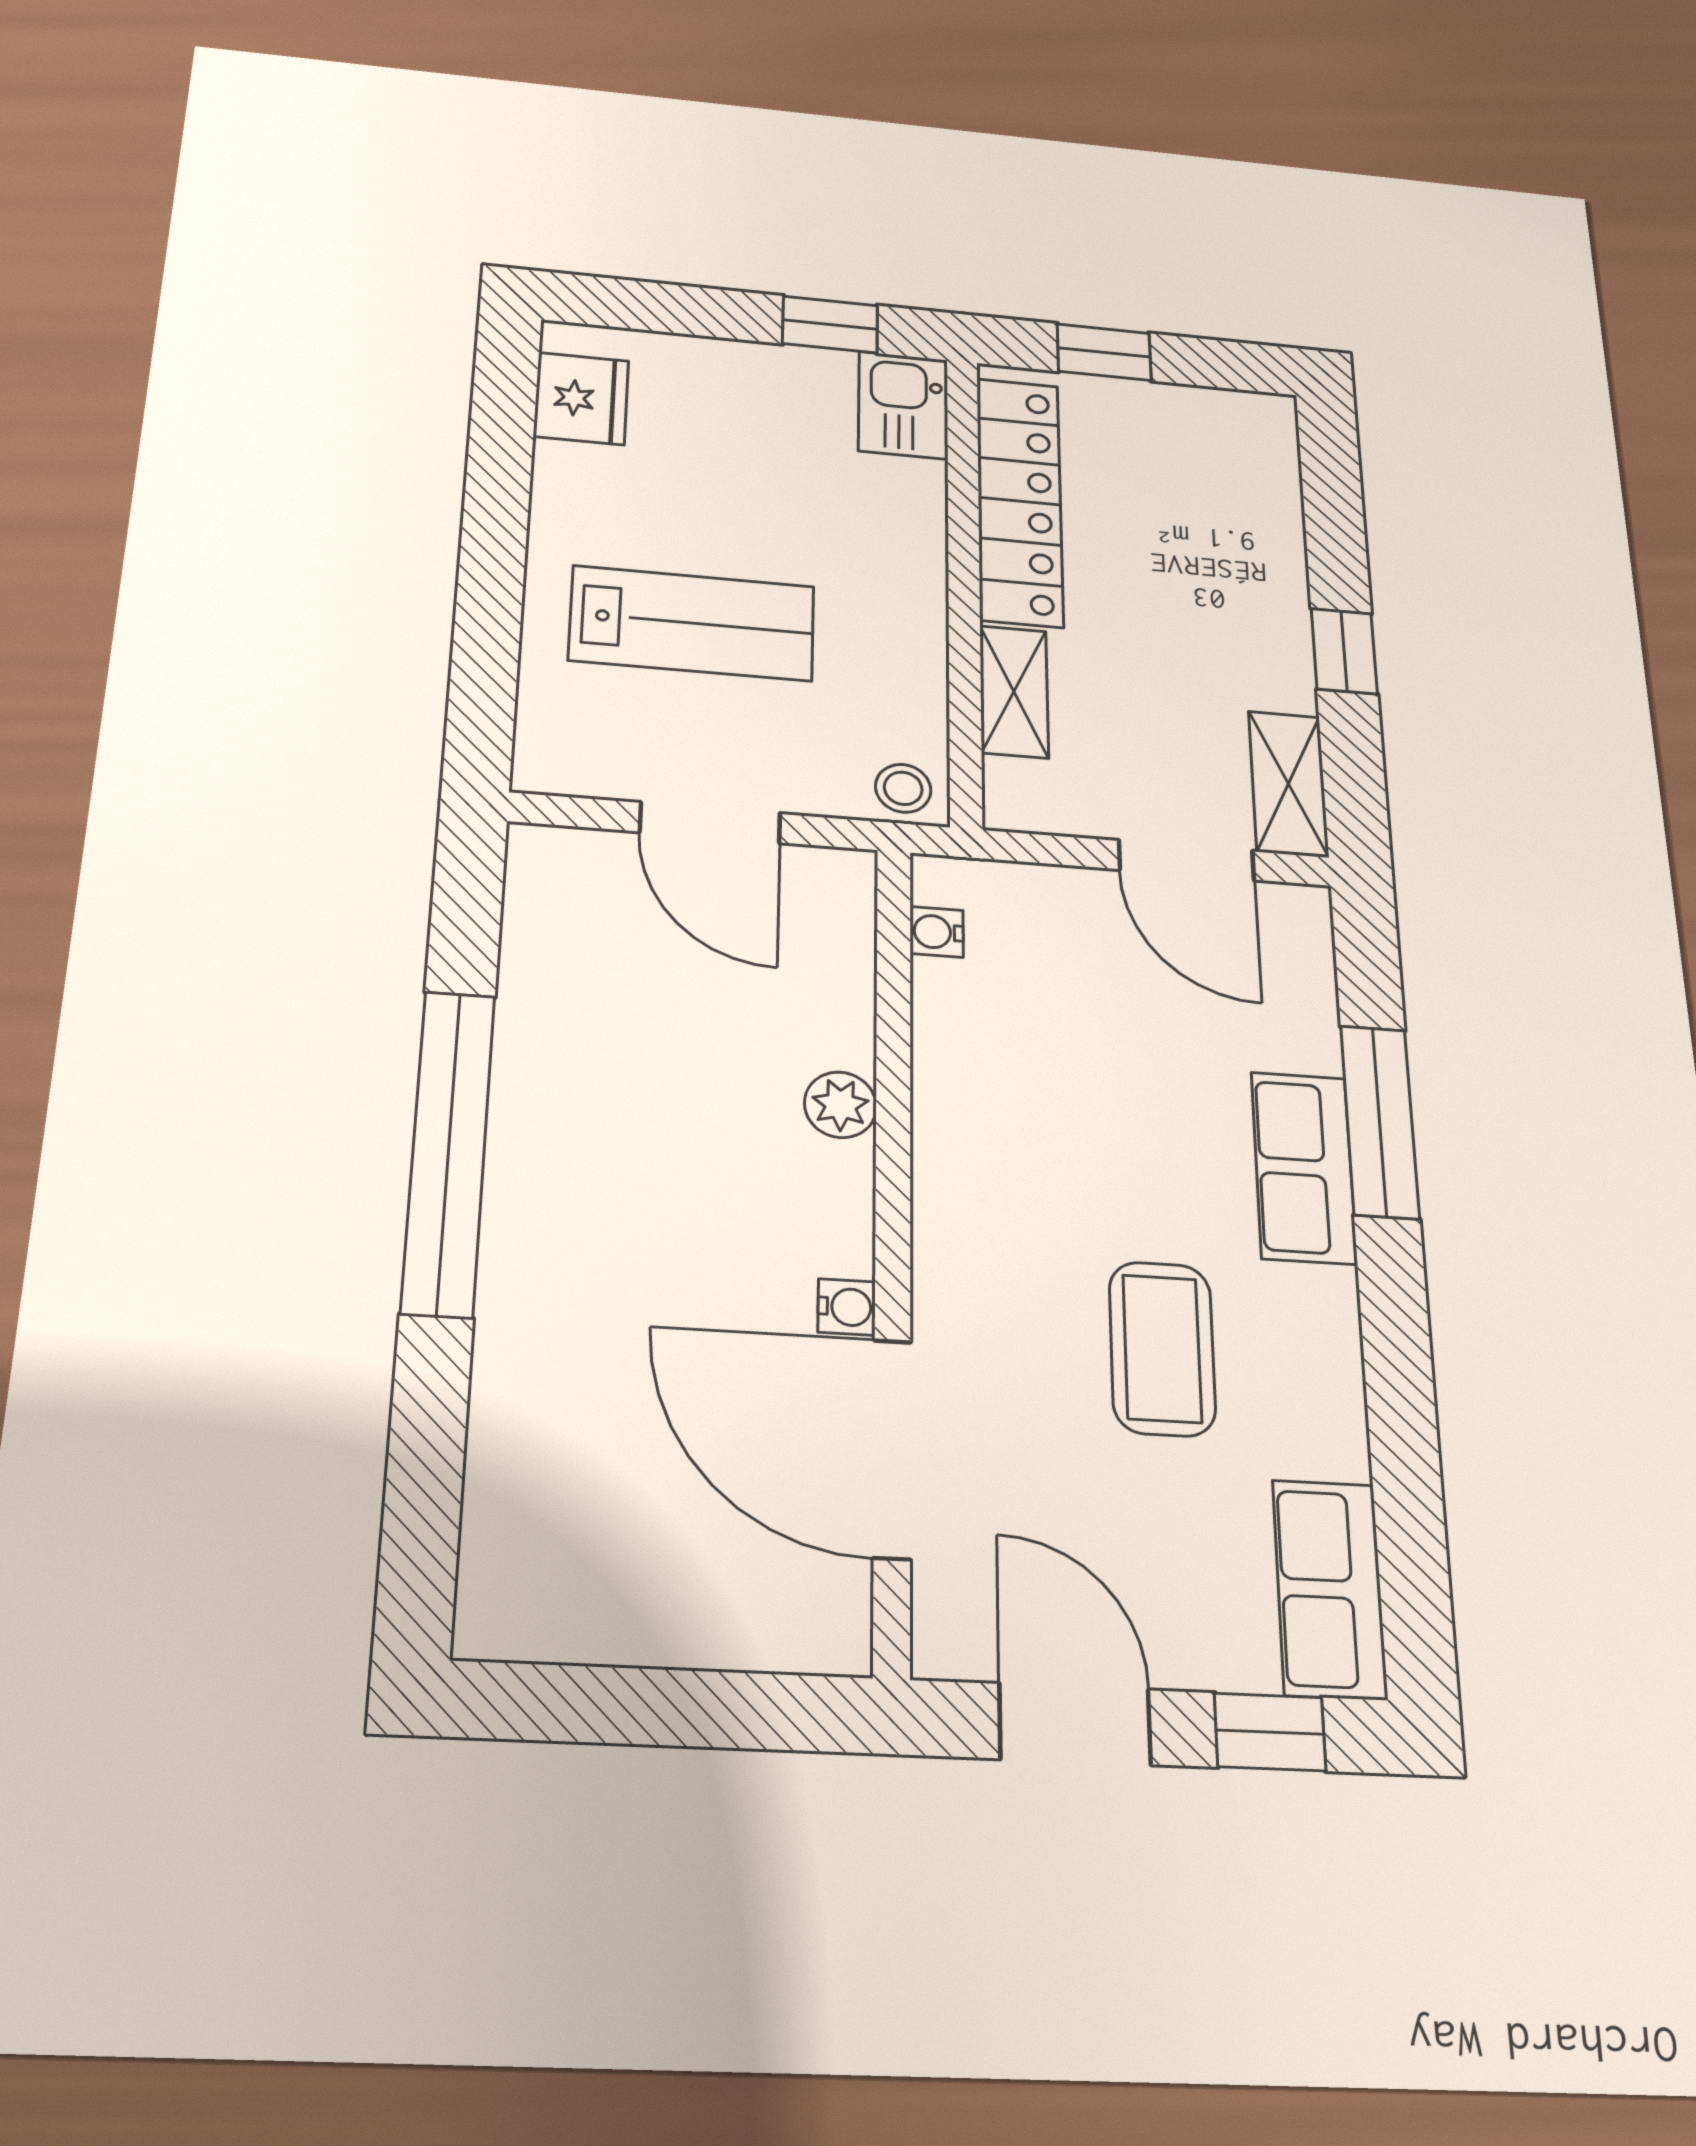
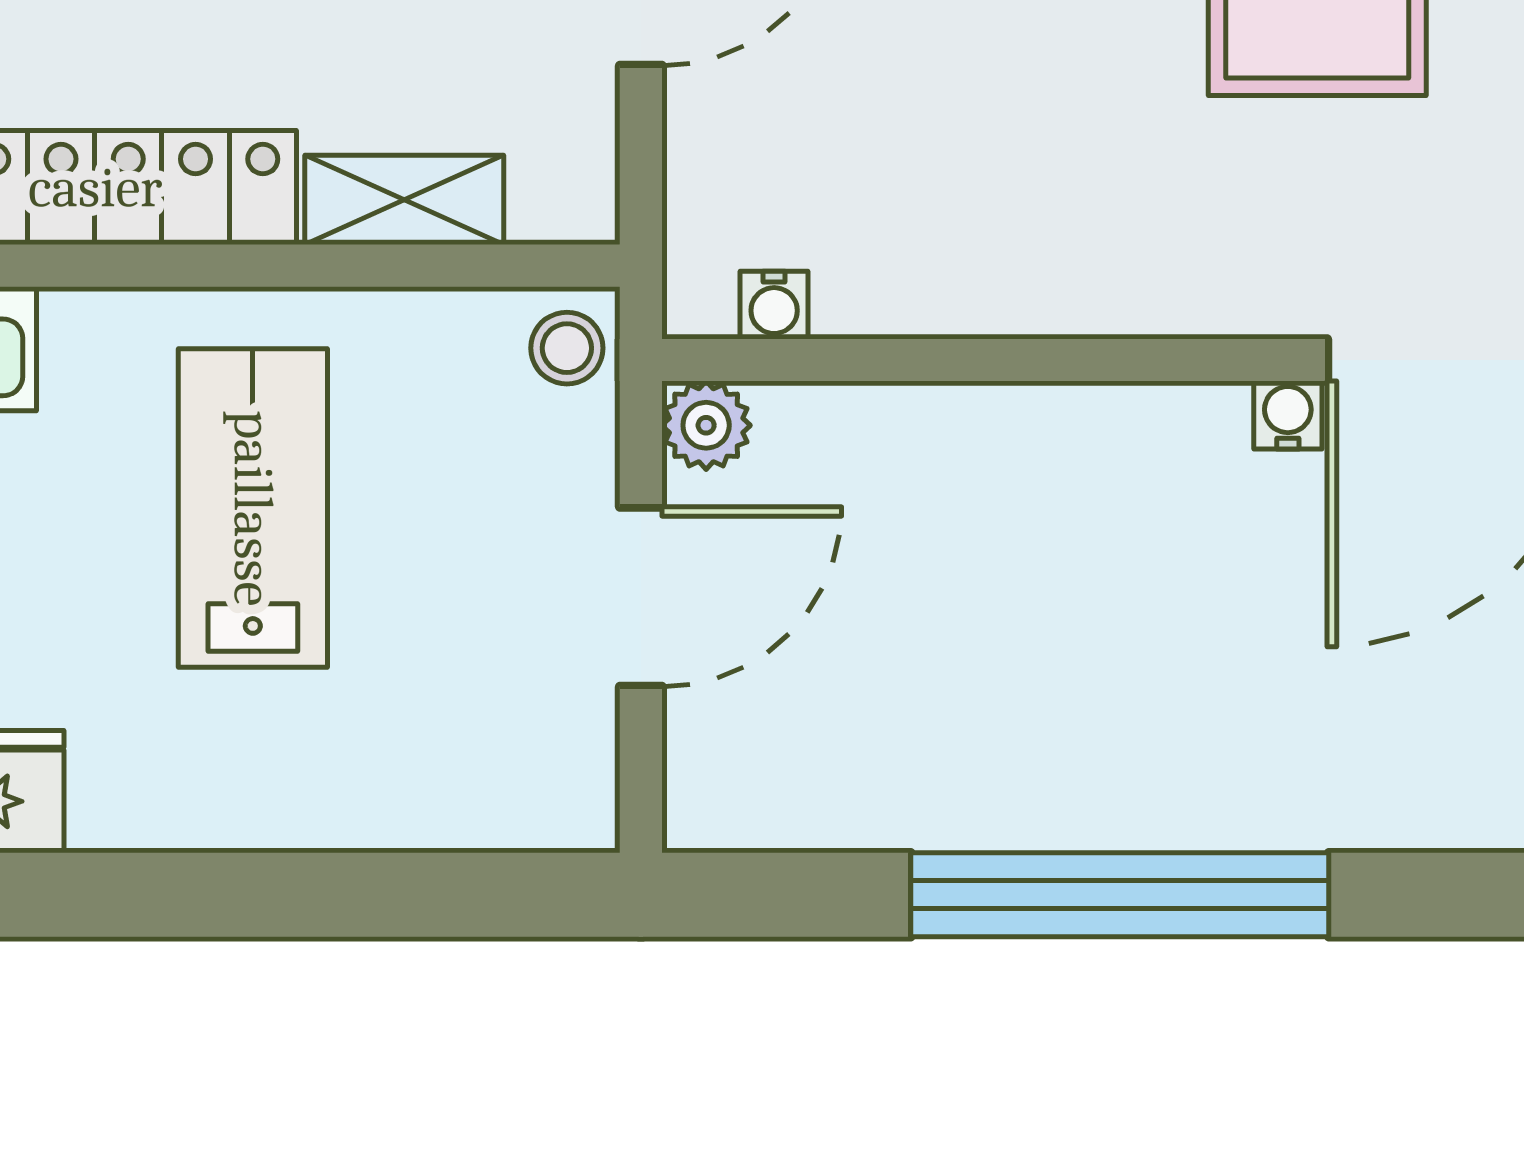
lab bench: (692, 623) -> (253, 508), moved
plant: (840, 1105) -> (706, 425), moved

